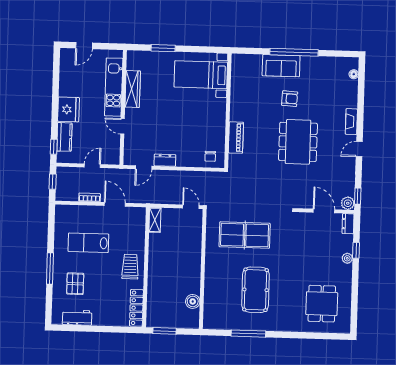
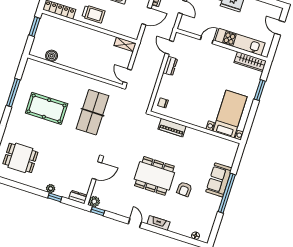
wardrobe: (133, 89) -> (250, 62), moved
armchair: (290, 99) -> (184, 189), moved
door: (191, 207) -> (127, 76), swing flipped
door: (324, 211) -> (97, 171), moved

